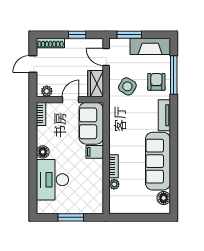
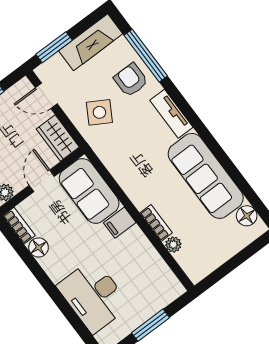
floor lamp: (43, 152) -> (39, 247), moved

